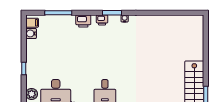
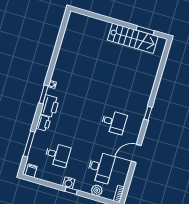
printer: (102, 20) -> (50, 106), width x1.87, depth x1.48
water cooler: (31, 33) -> (69, 183), moved
desk: (56, 44) -> (57, 155), added

